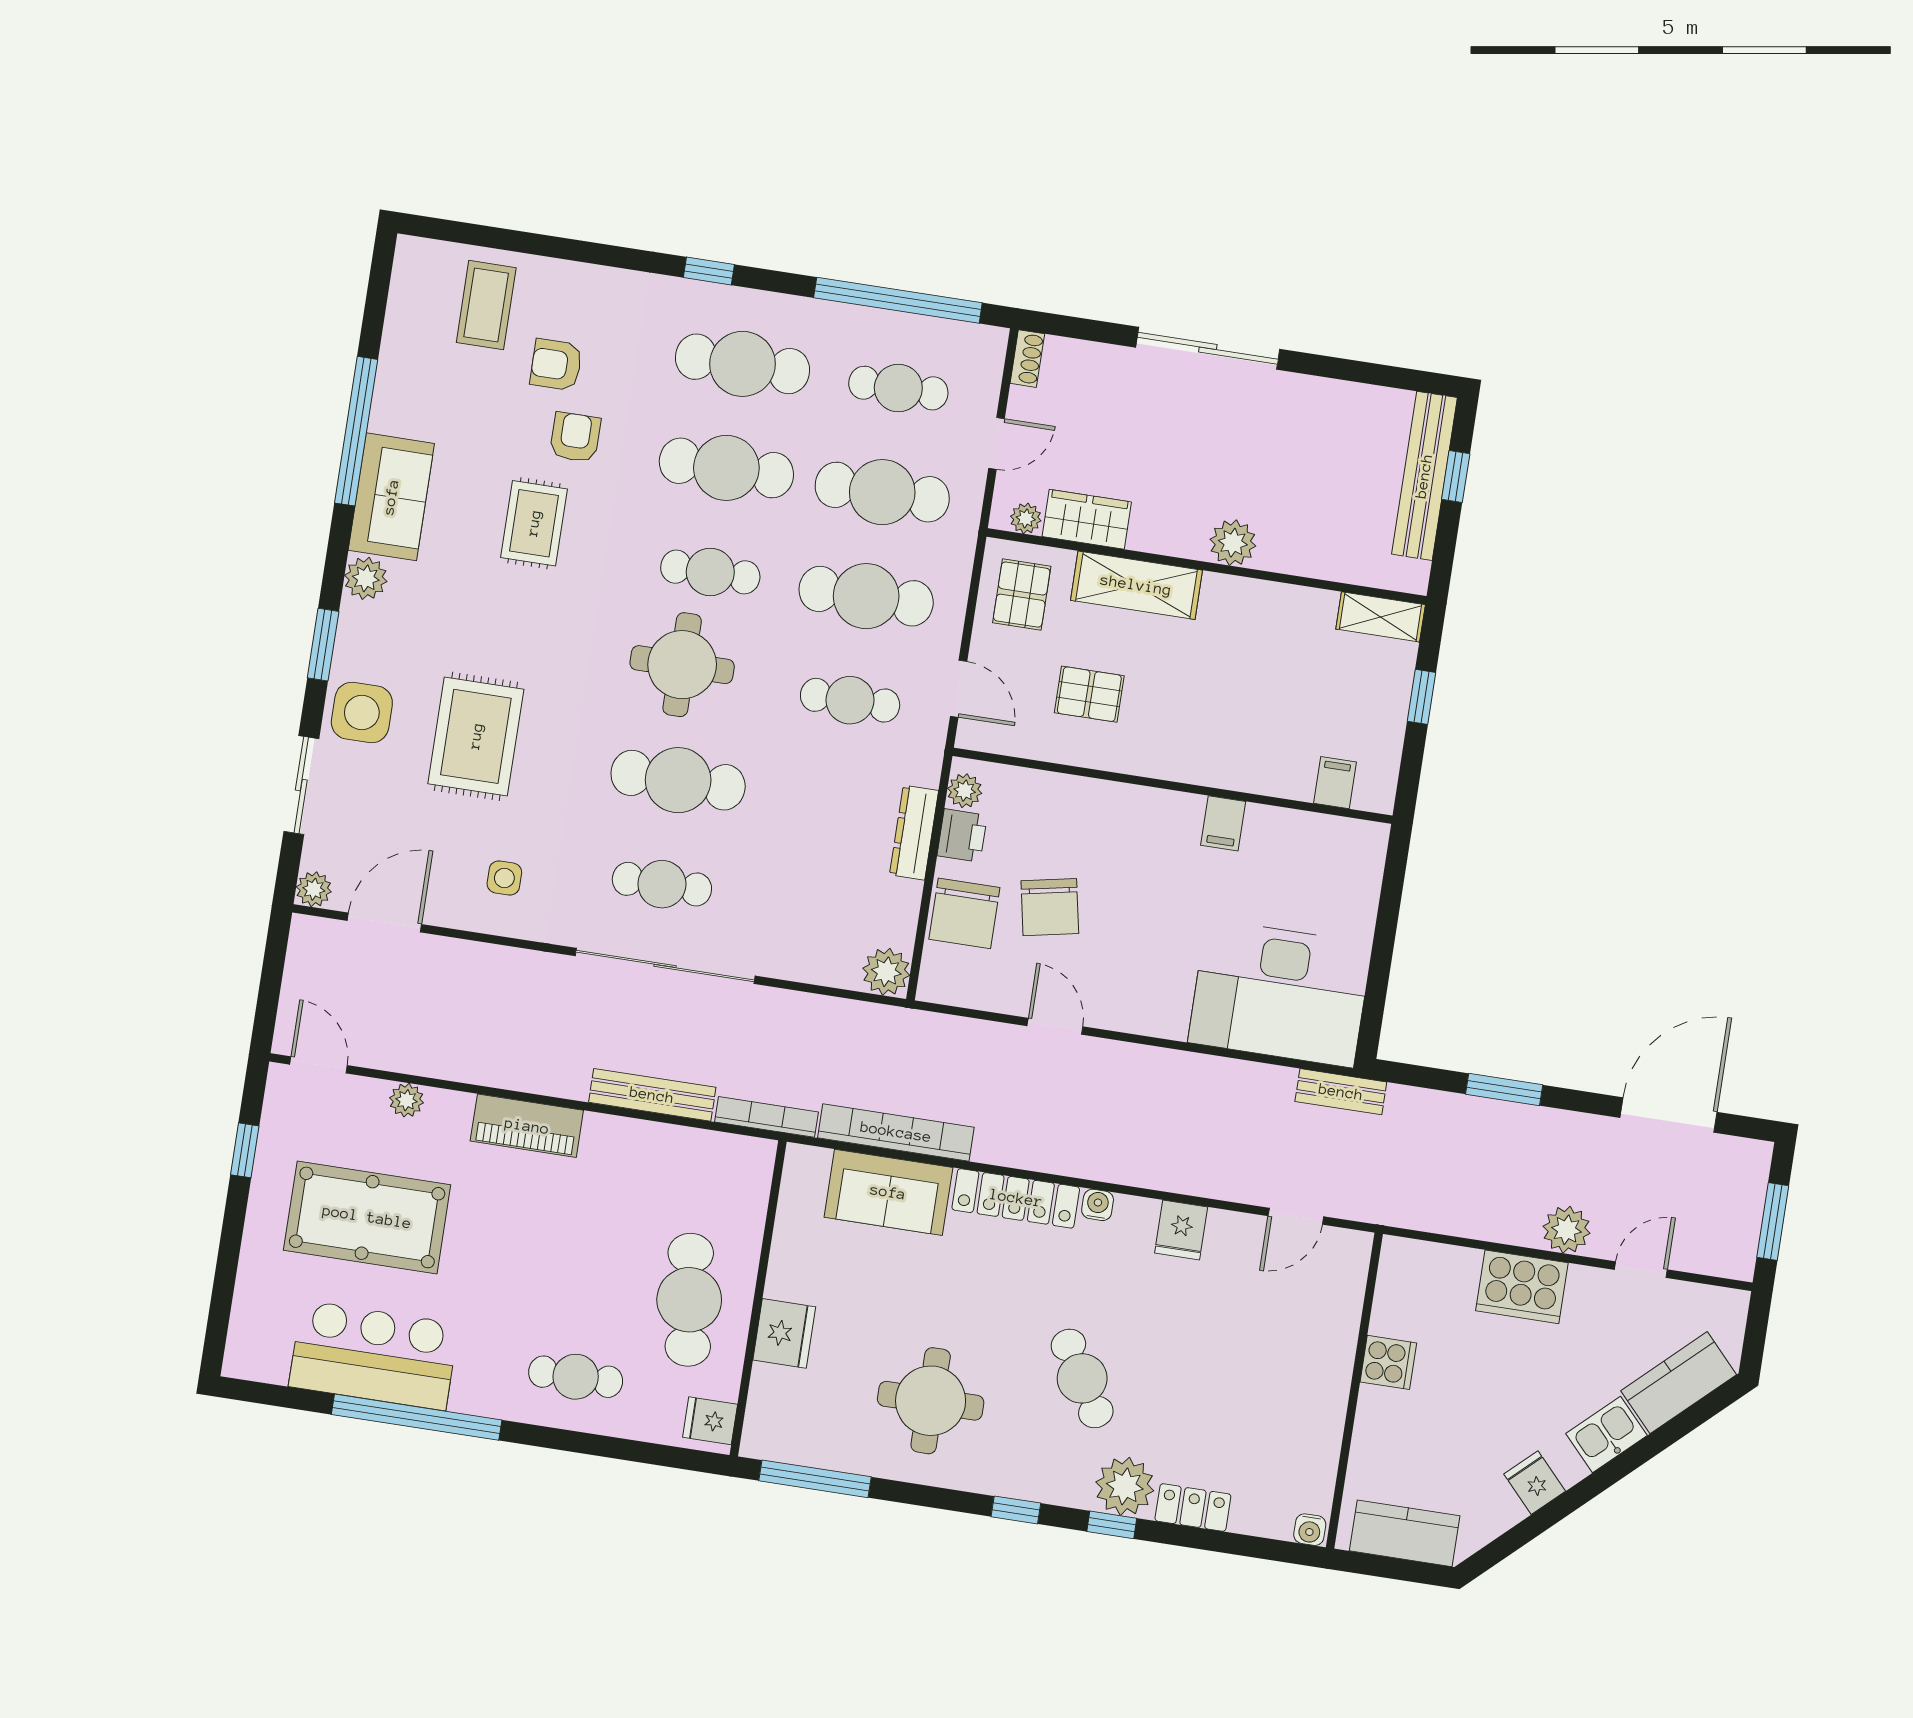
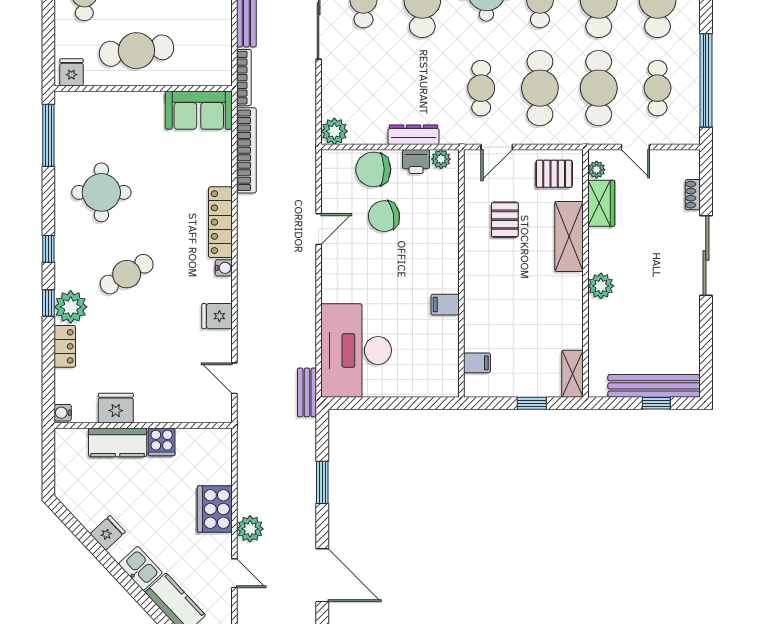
shoe rack: (1027, 359) -> (693, 195), moved, turned 90
sofa: (888, 1192) -> (199, 110), moved, turned -90
fridge: (784, 1333) -> (116, 408), moved, turned 180
kitchen counter: (1405, 1533) -> (118, 442), moved, turned 90

